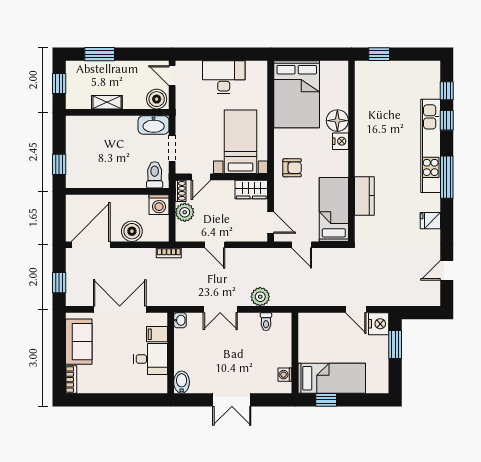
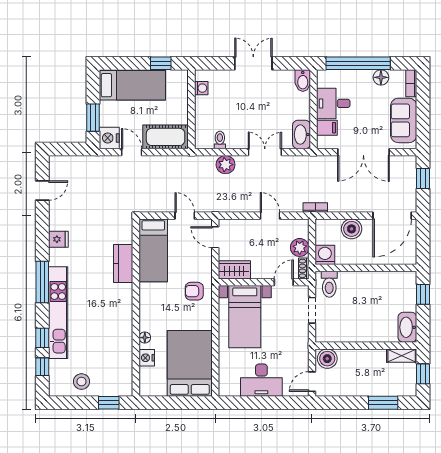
door: (172, 76) -> (312, 382), swing flipped
stool: (407, 76) -> (81, 382), added
shelving: (107, 102) -> (402, 356), moved
floor lamp: (337, 121) -> (145, 338), width x0.53, depth x0.53
washbasin: (154, 125) -> (407, 327), moved, turned -90
nightstand: (340, 141) -> (147, 358), moved
washbasin: (180, 320) -> (302, 135), width x1.91, depth x1.45
cot: (321, 325) -> (166, 137), added
bed: (332, 378) -> (132, 85), moved, turned 180
floor lamp: (102, 385) -> (381, 77), added
window: (125, 400) -> (358, 63), added

